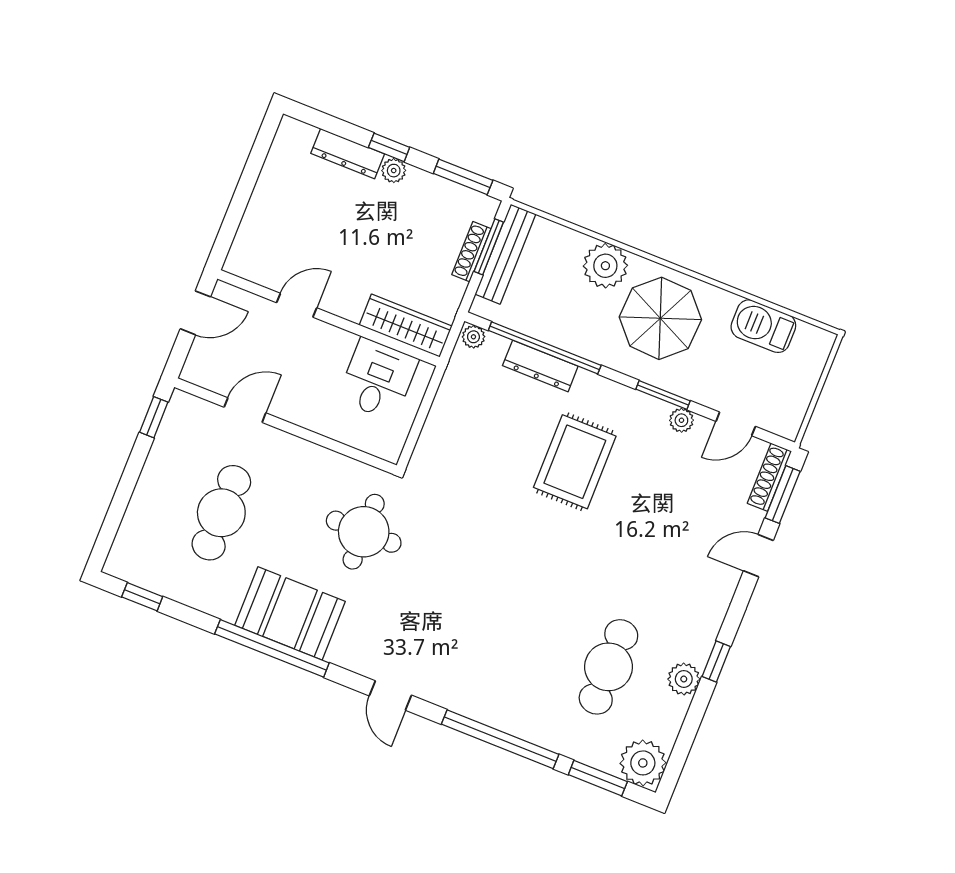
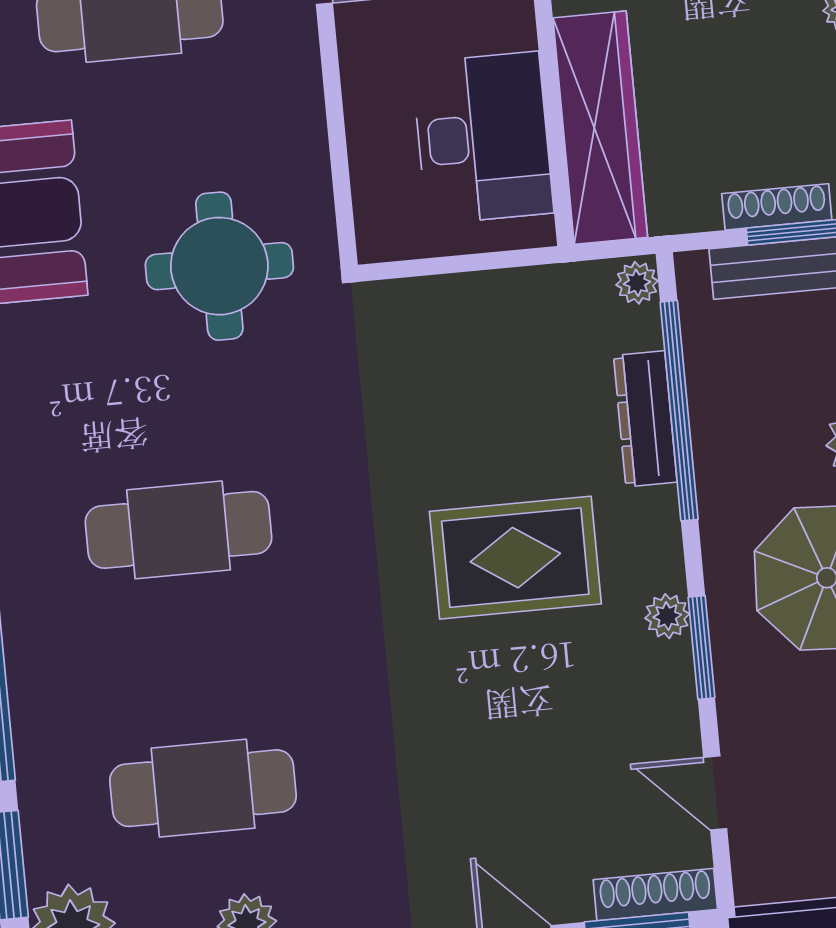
wardrobe: (406, 326) -> (600, 128), width x1.40, depth x1.17
desk: (378, 379) -> (483, 138), width x1.37
plant: (681, 420) -> (667, 616), moved
cafe table: (479, 616) -> (179, 530), added

